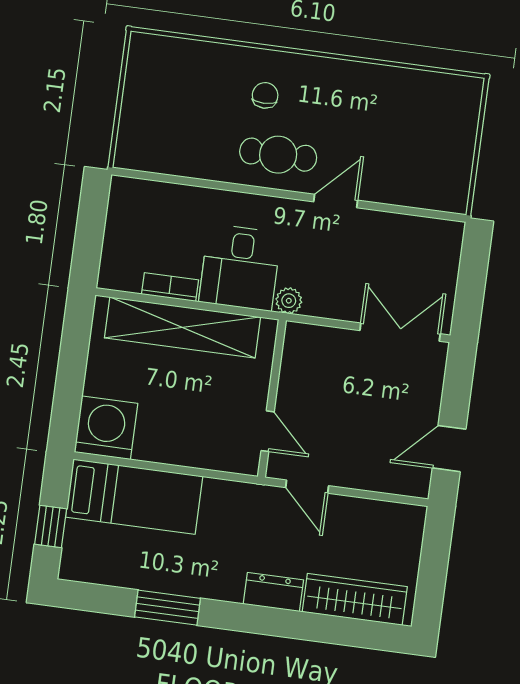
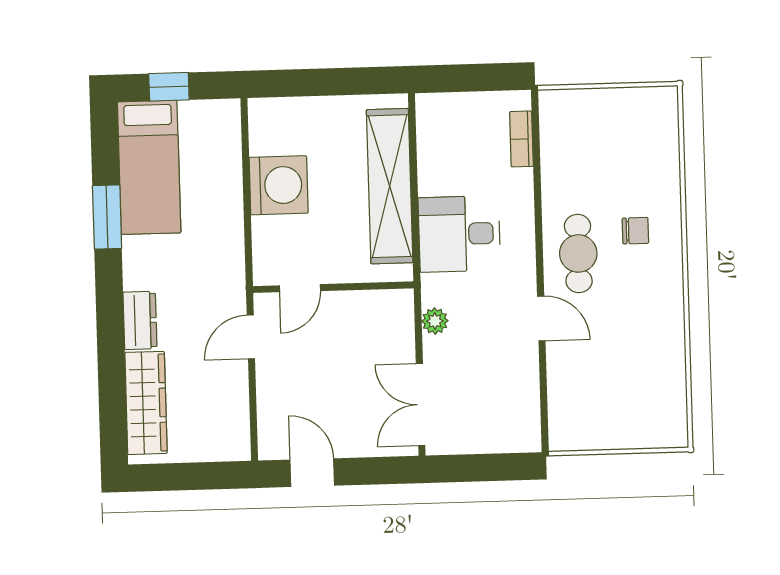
bookcase: (170, 287) -> (521, 139), moved, turned 180
plant: (289, 301) -> (435, 321), moved
double door: (400, 332) -> (421, 405), swing flipped
washing machine: (106, 428) -> (279, 185), moved
bed: (134, 497) -> (149, 167), moved

